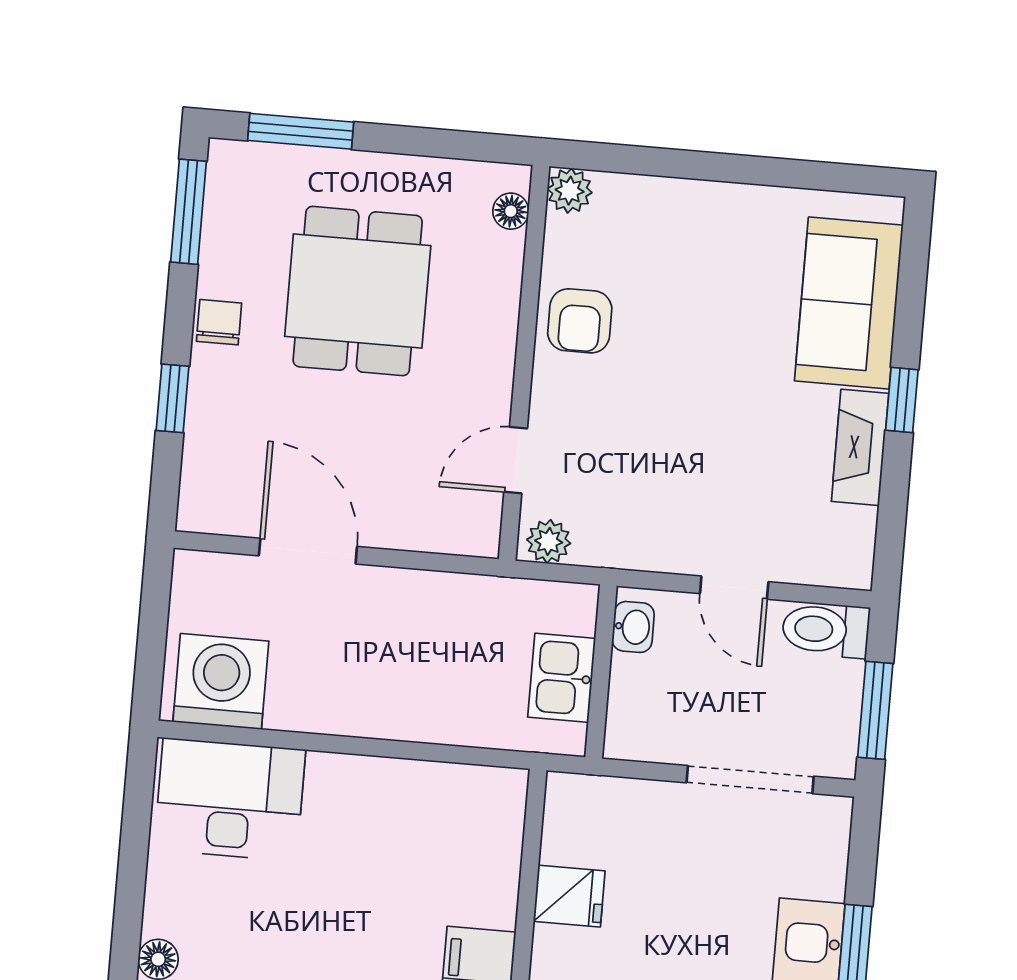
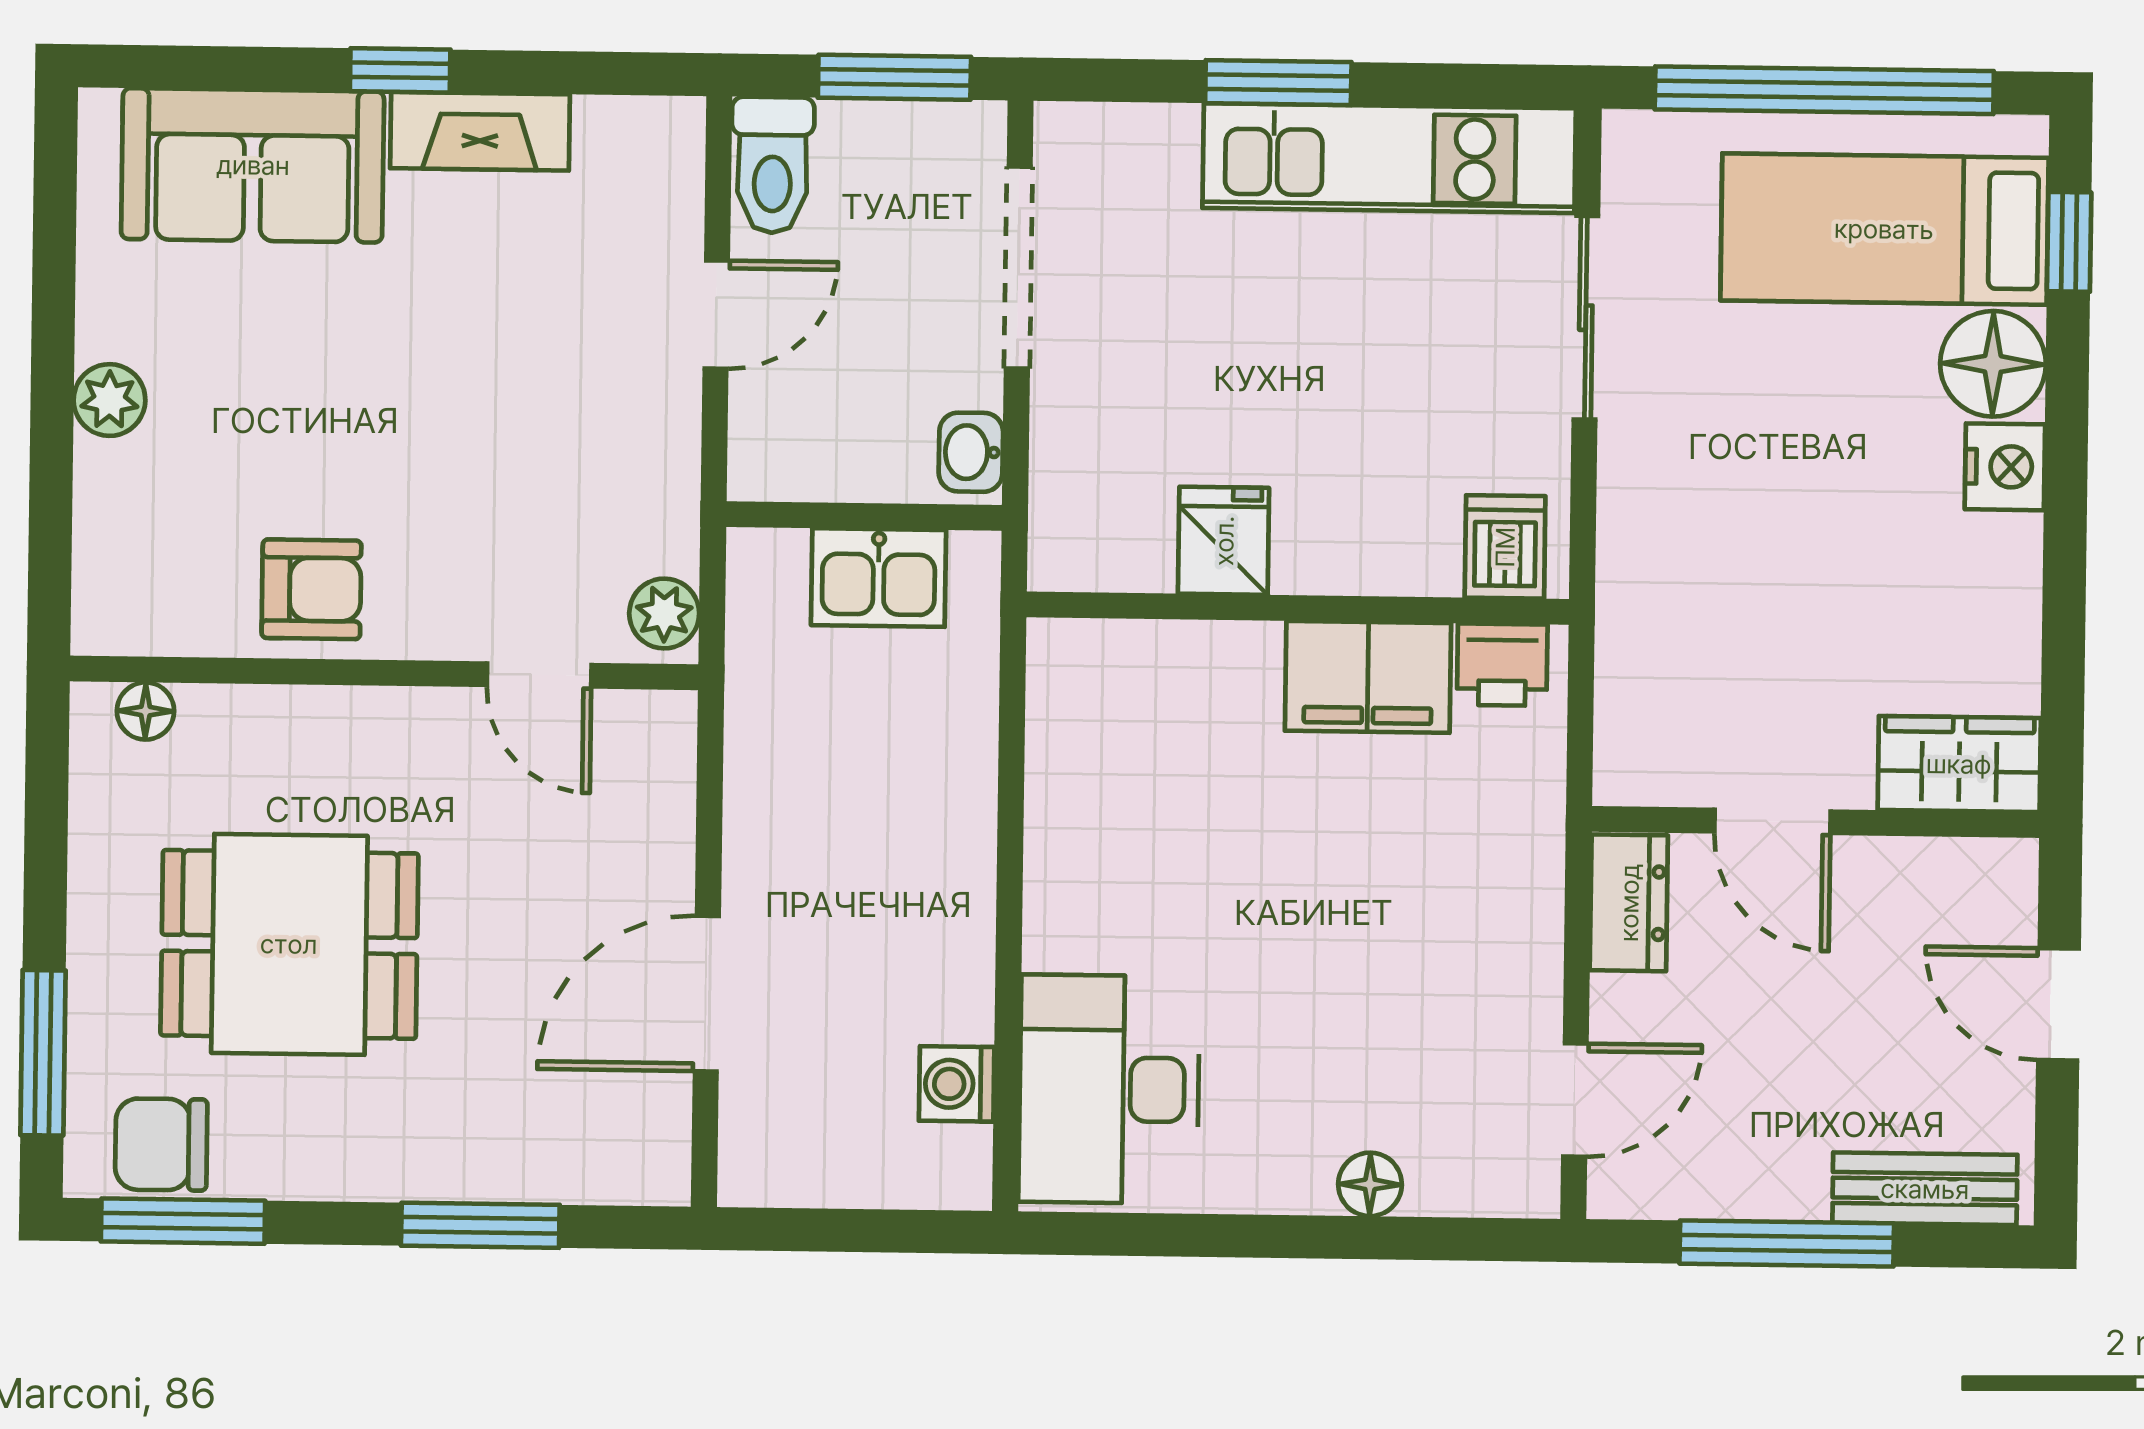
plant: (570, 191) -> (109, 400), moved
chair: (219, 322) -> (161, 1144), moved, width x1.37, depth x1.37
window: (173, 398) -> (480, 1225), width x1.50
washbasin: (633, 627) -> (971, 452), moved, turned -90
washing machine: (221, 681) -> (957, 1084), width x0.53, depth x0.53

